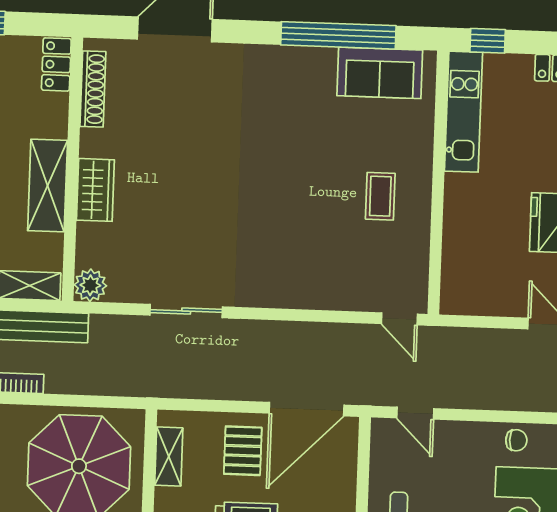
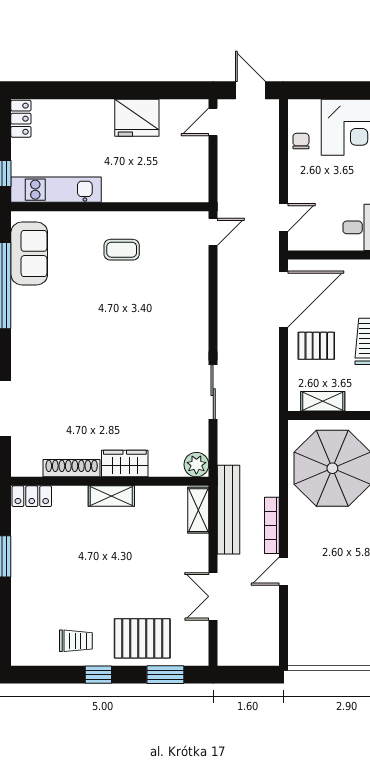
shoe rack: (93, 89) -> (72, 468), moved
shelving: (48, 185) -> (111, 496), width x0.67, depth x0.75
door: (307, 409) -> (283, 299), hinge flipped

